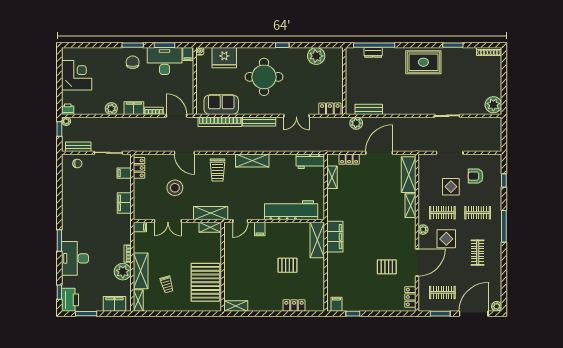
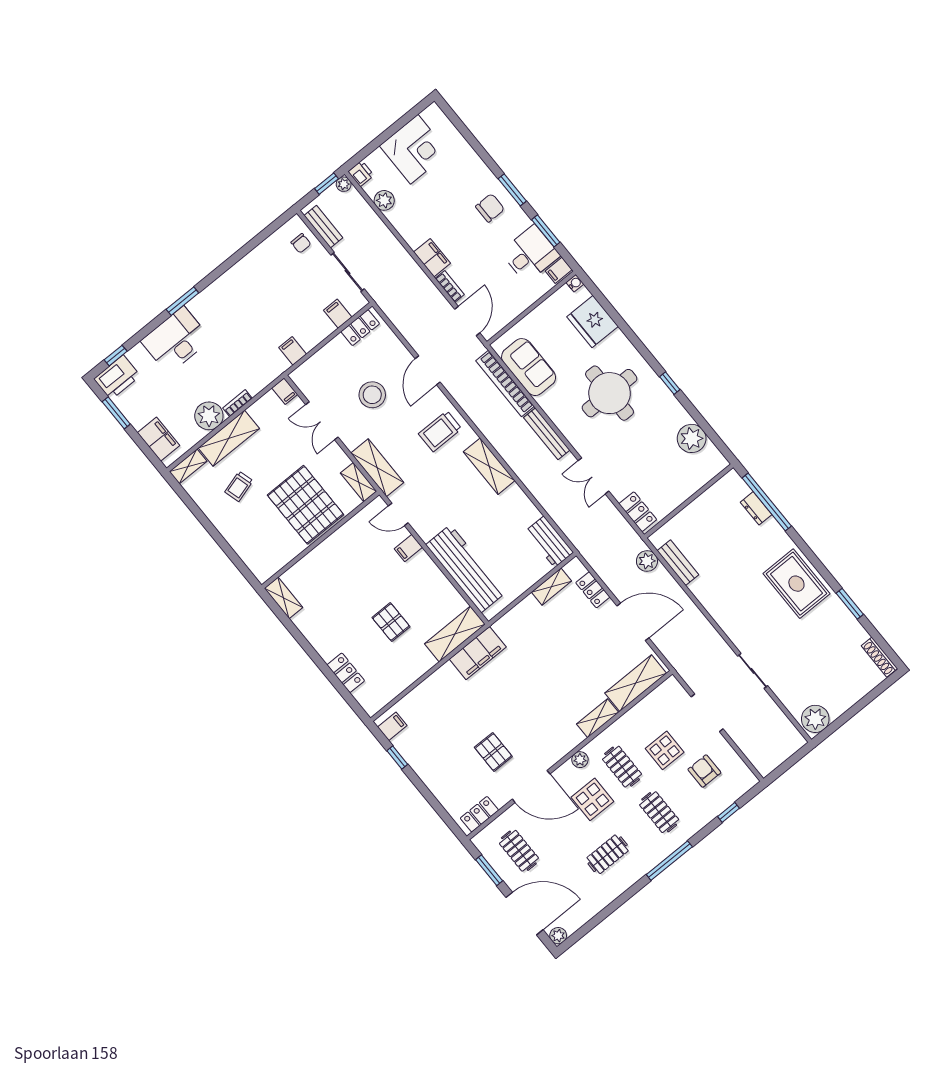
desk: (165, 61) -> (530, 254), width x0.73
plant: (111, 109) -> (384, 200), moved
filing cabinet: (124, 203) -> (293, 351), width x0.50
pallet: (205, 282) -> (306, 505), moved, turned 90

